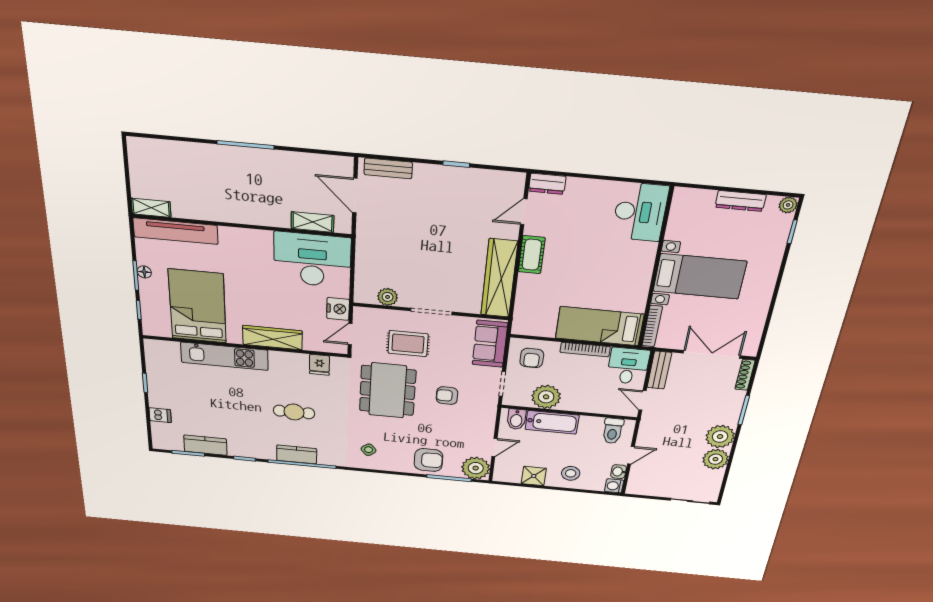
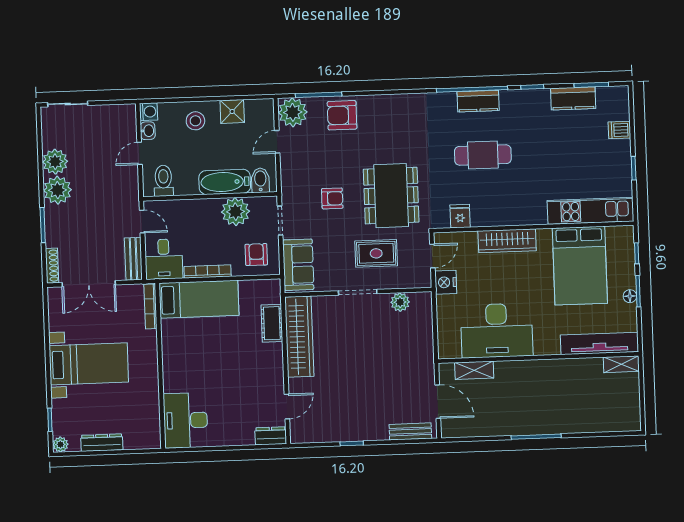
cot: (532, 255) -> (272, 323), moved
desk: (312, 260) -> (497, 331), moved
bed with nightstands: (700, 276) -> (89, 364), moved, turned 180
kitchen unit: (224, 356) -> (590, 211), moved
cafe table: (294, 412) -> (483, 155), width x1.37, depth x1.35
side table: (369, 450) -> (404, 119), removed

